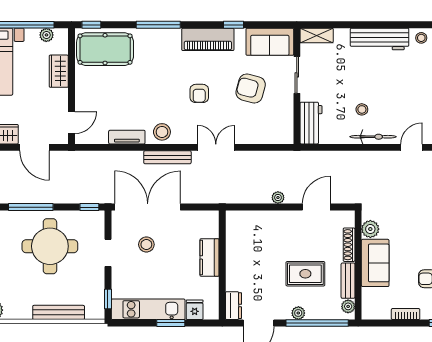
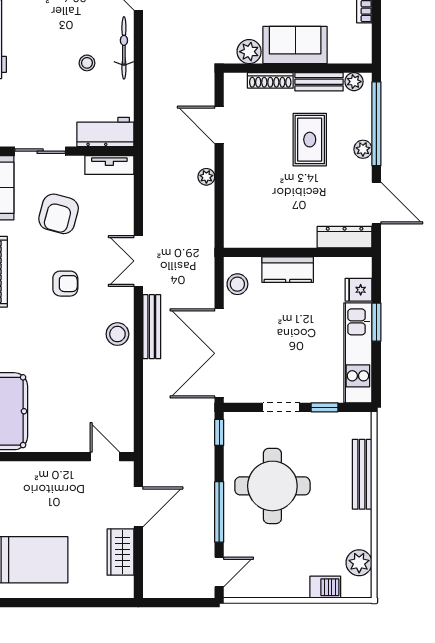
wardrobe: (59, 71) -> (35, 474), removed
tv unit: (127, 137) -> (109, 165), moved, turned -90
stool: (146, 244) -> (237, 284), moved
window: (108, 299) -> (325, 407), moved
dresser: (233, 306) -> (345, 237), width x1.44

